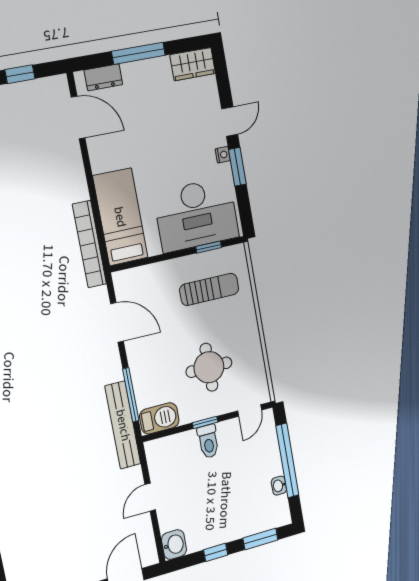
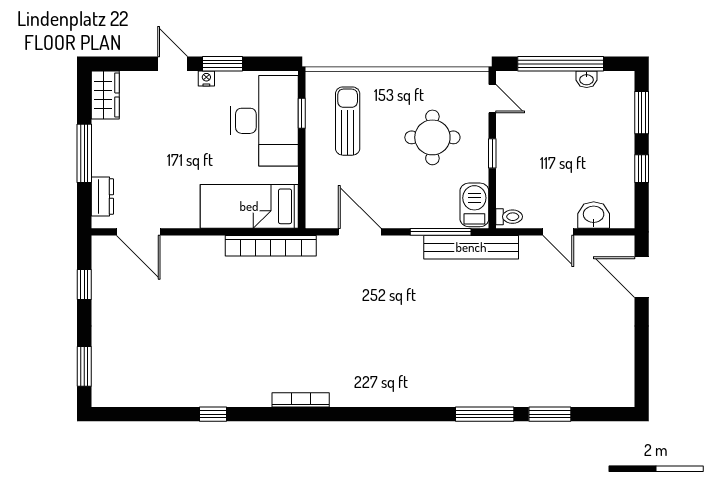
door: (78, 118) -> (138, 232), swing flipped
door: (117, 322) -> (360, 232), hinge flipped
toilet: (208, 441) -> (509, 217), moved, width x0.73, depth x0.72
washbasin: (174, 545) -> (594, 215), moved

